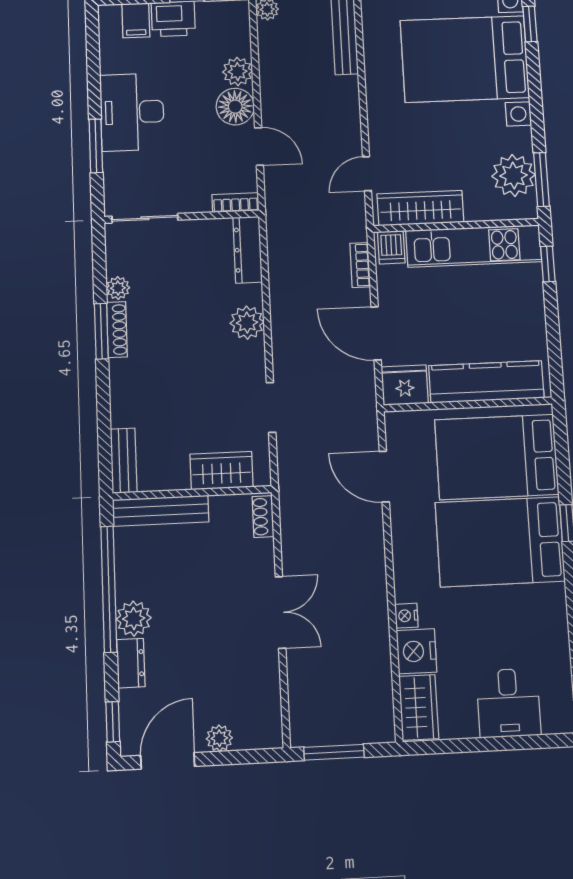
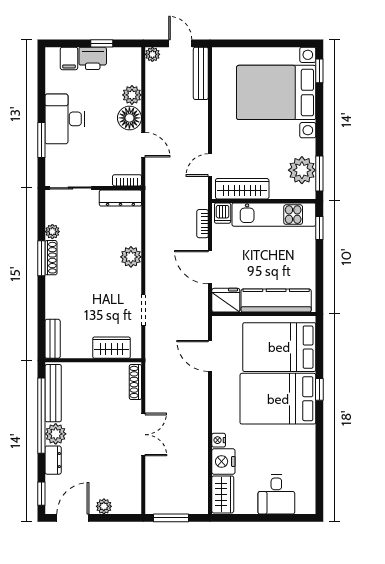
dresser: (248, 250) -> (120, 198), moved, turned -90
bench: (161, 511) -> (53, 393), moved, turned 90
shoe rack: (263, 517) -> (135, 382), width x1.43

